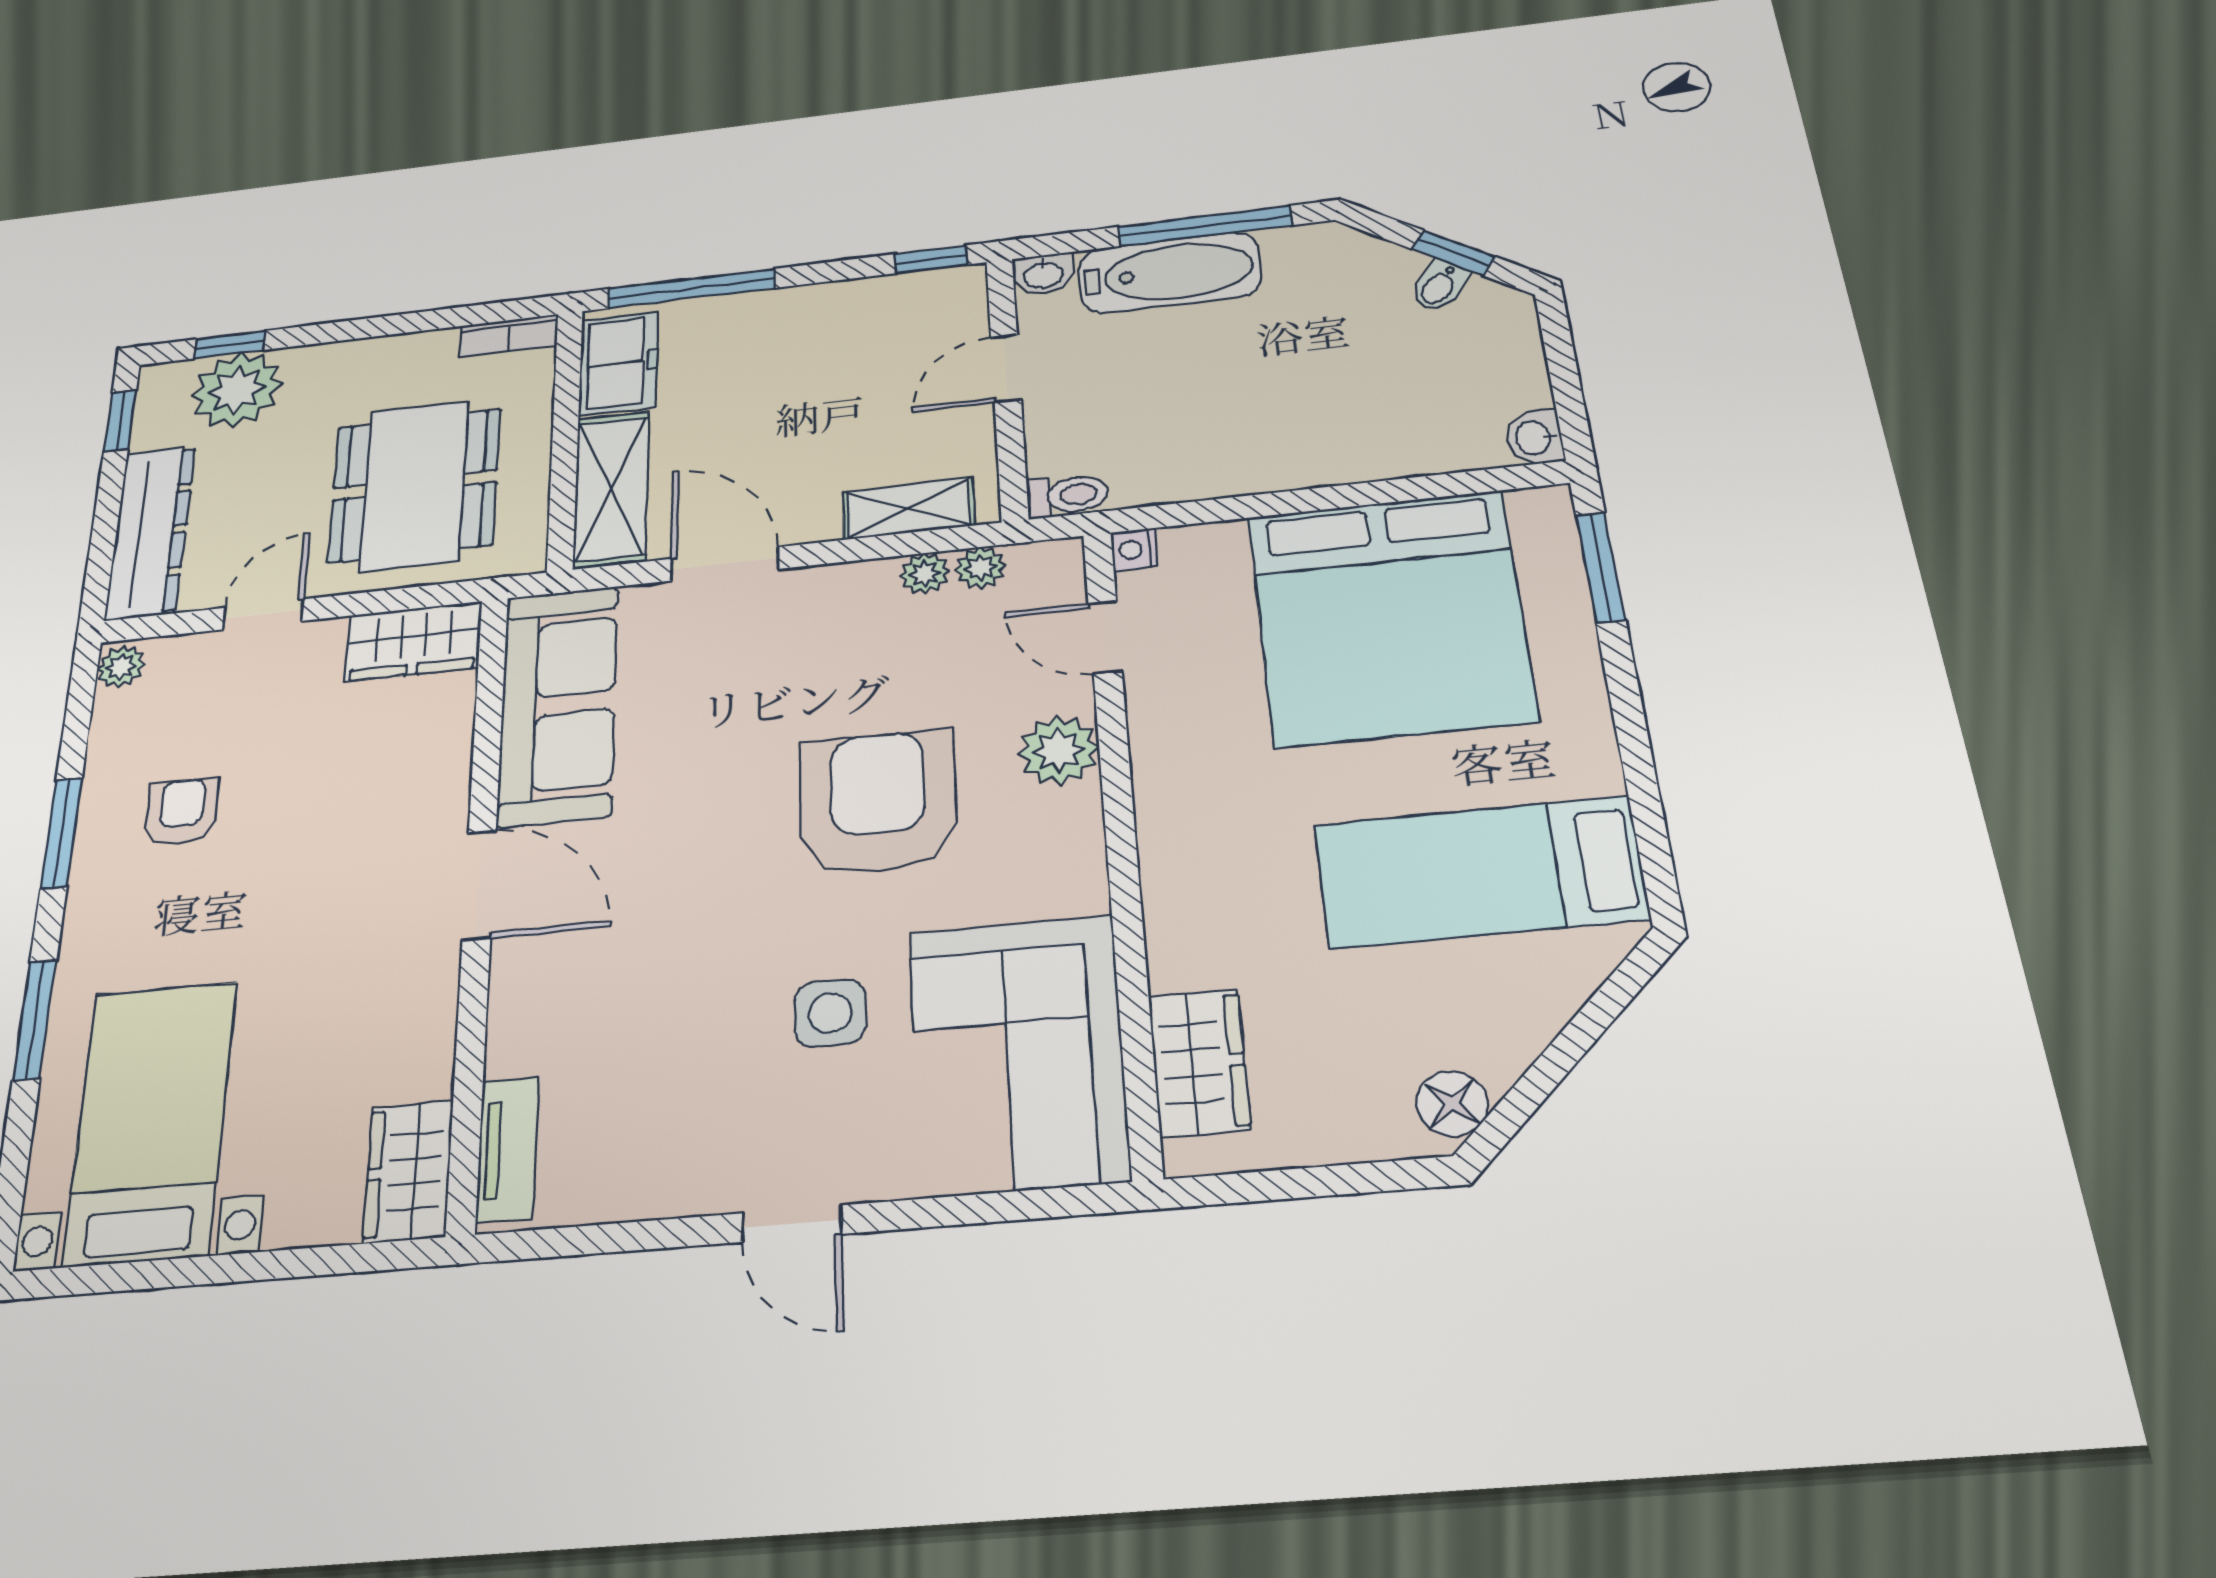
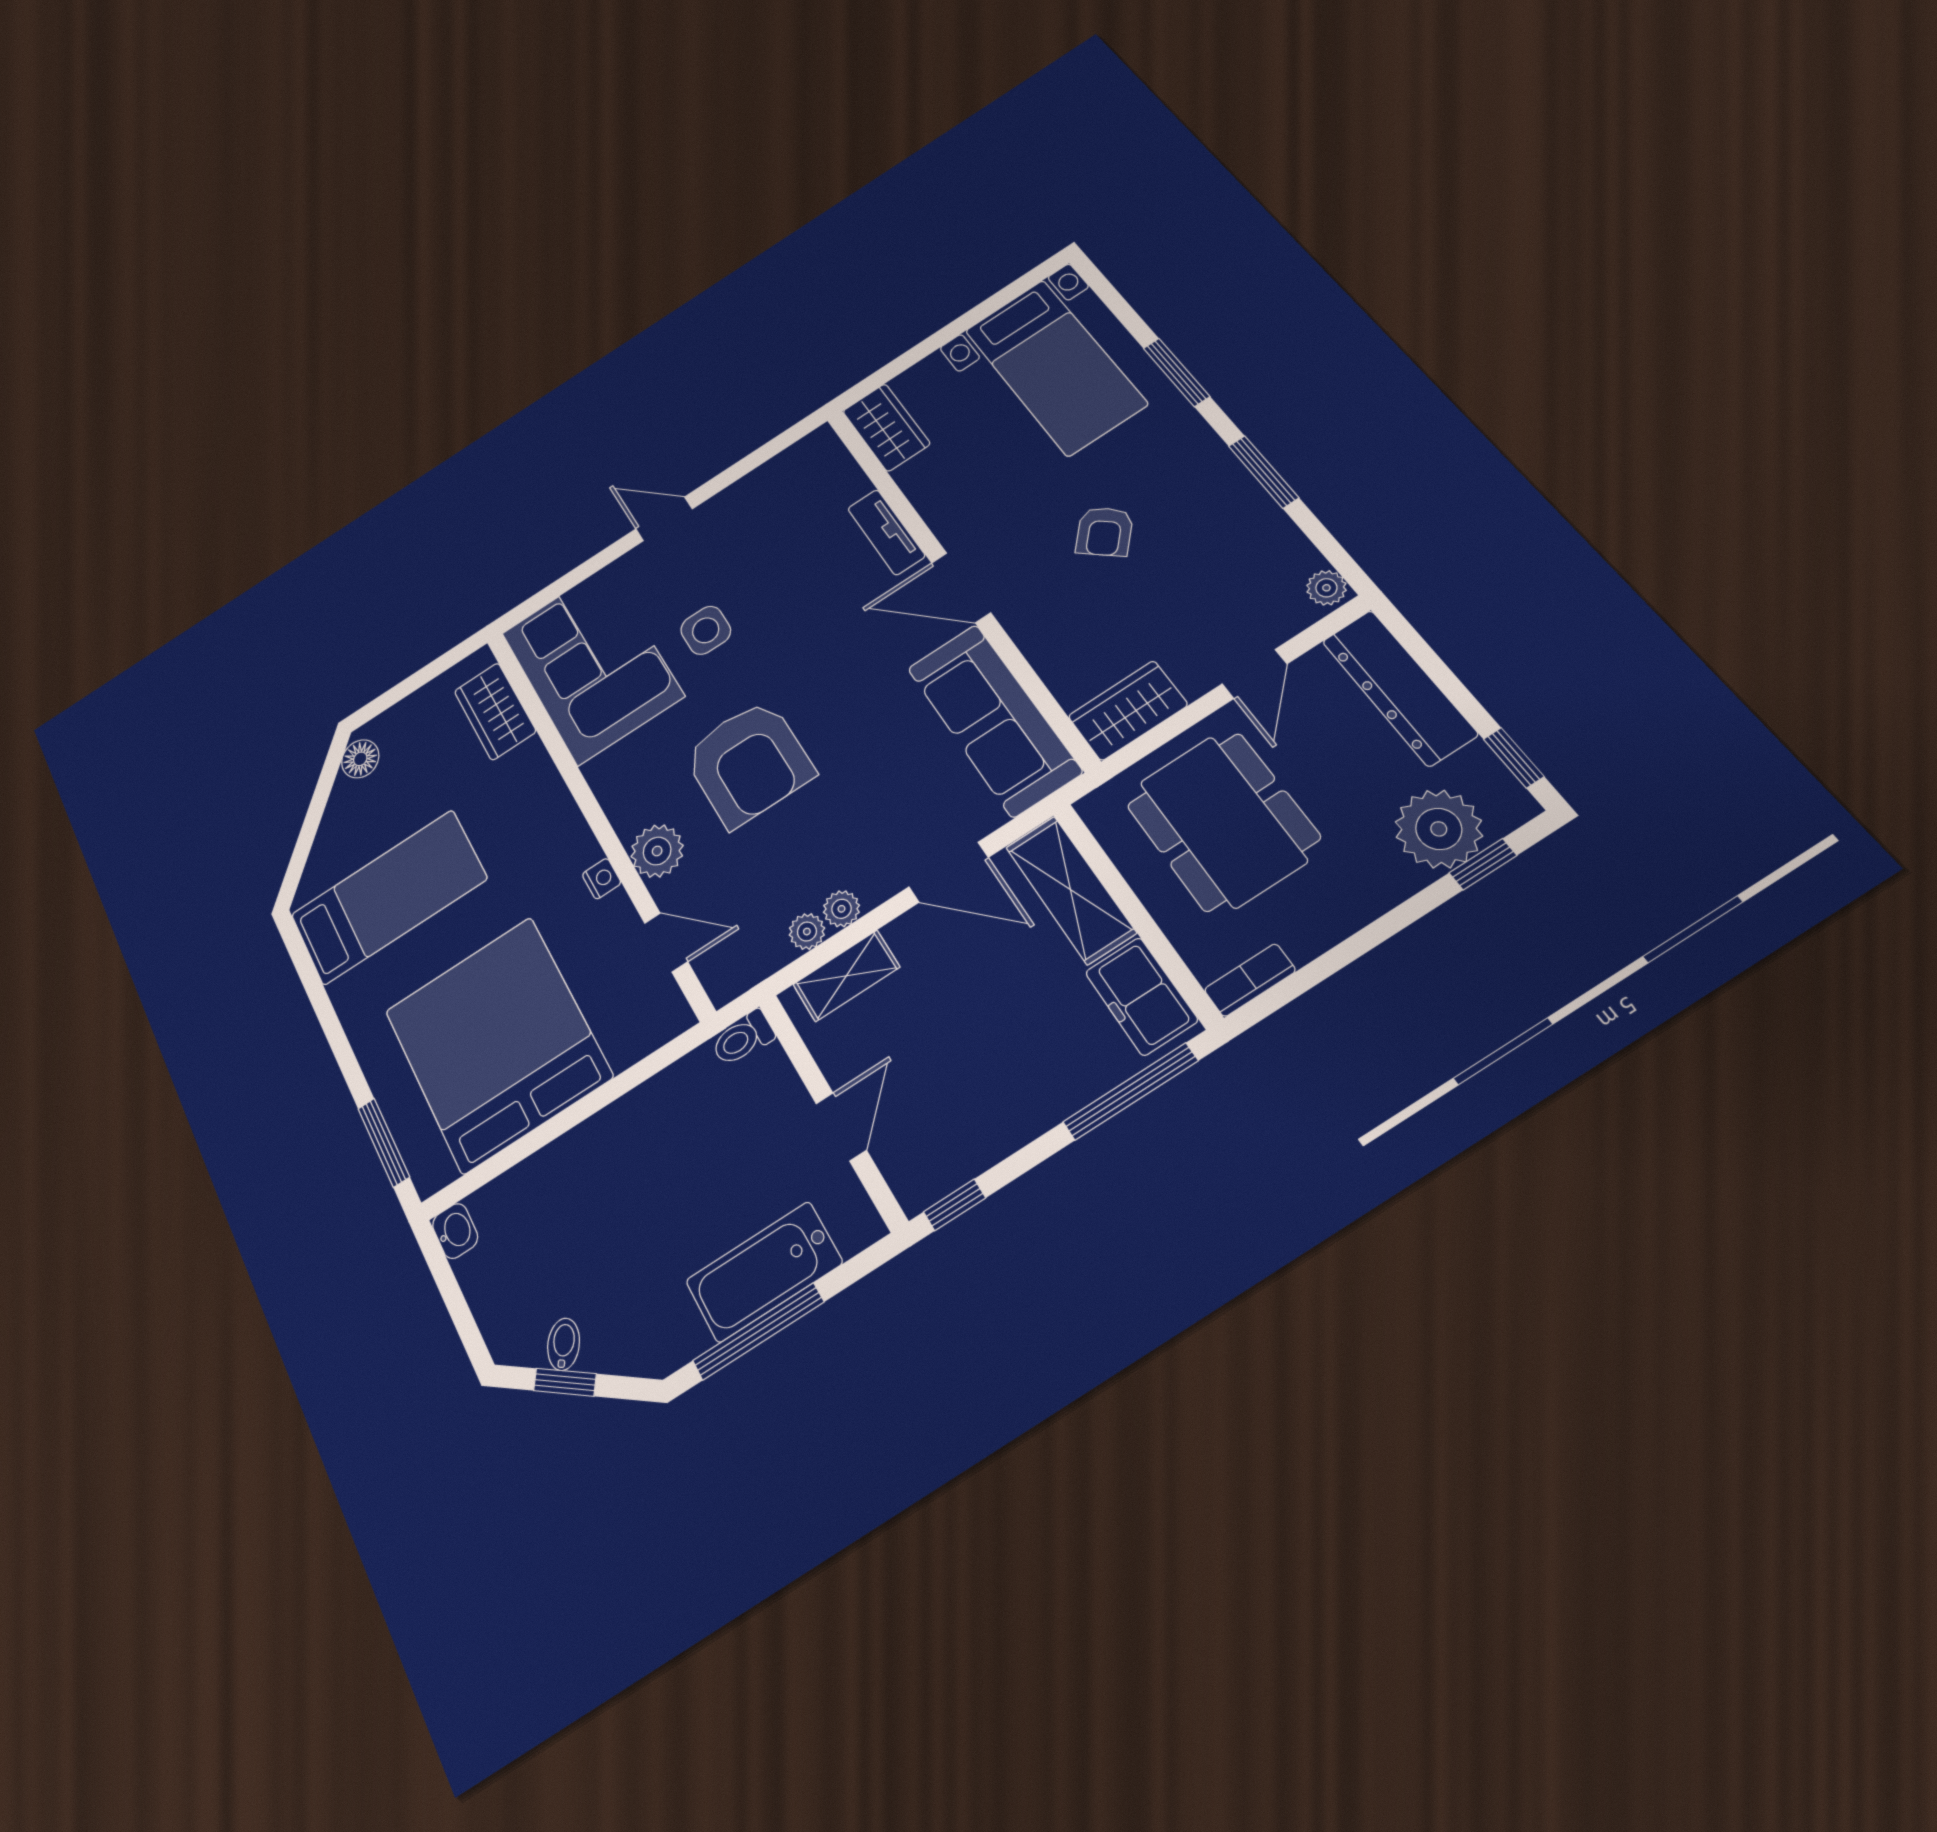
washbasin: (1043, 274) -> (859, 1228), removed
nightstand: (1134, 549) -> (602, 879), moved
plant: (980, 568) -> (841, 909), moved
armchair: (182, 812) -> (1104, 532), moved, turned 42
tv unit: (507, 1150) -> (886, 532), moved

